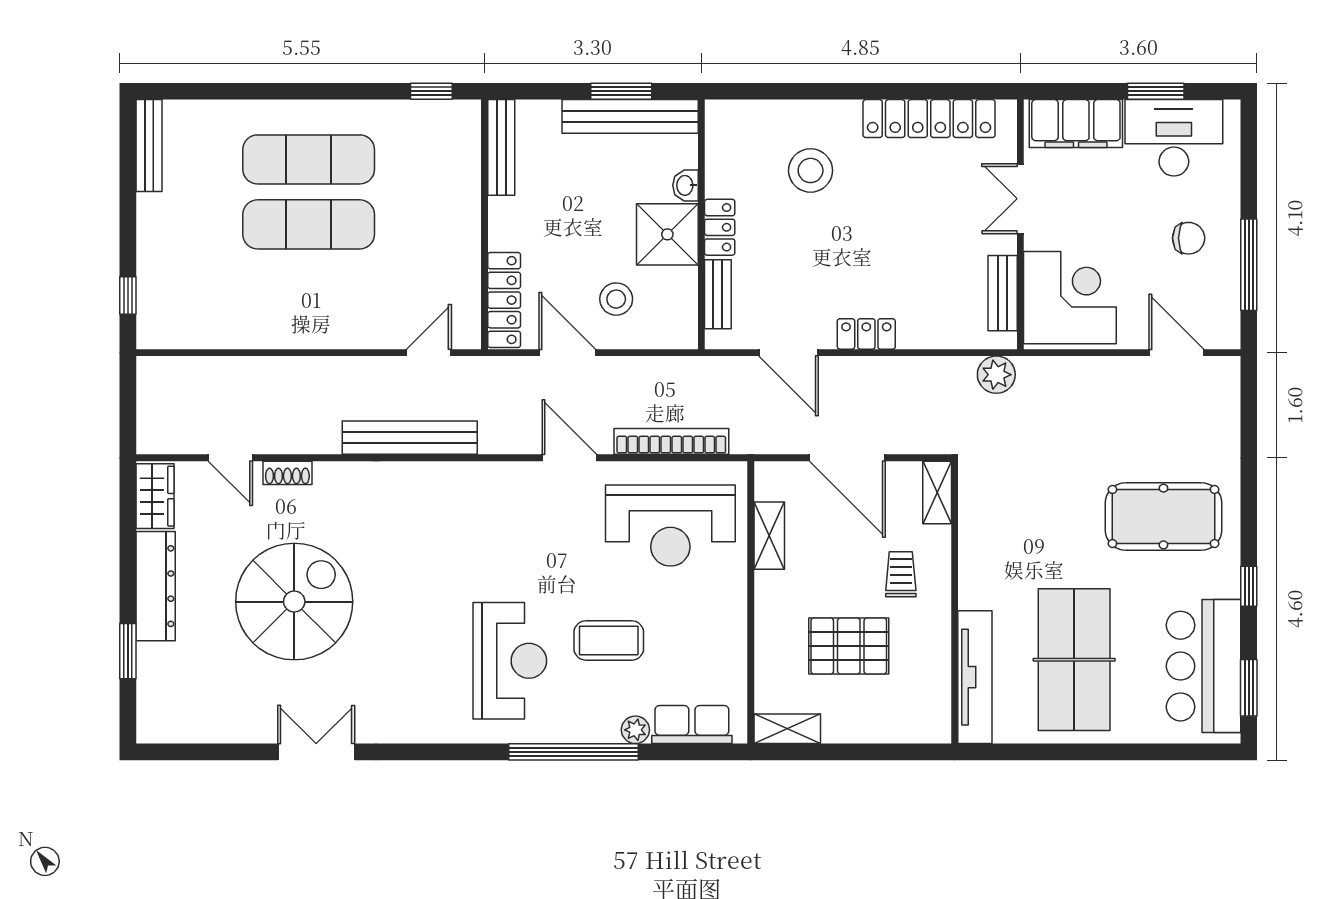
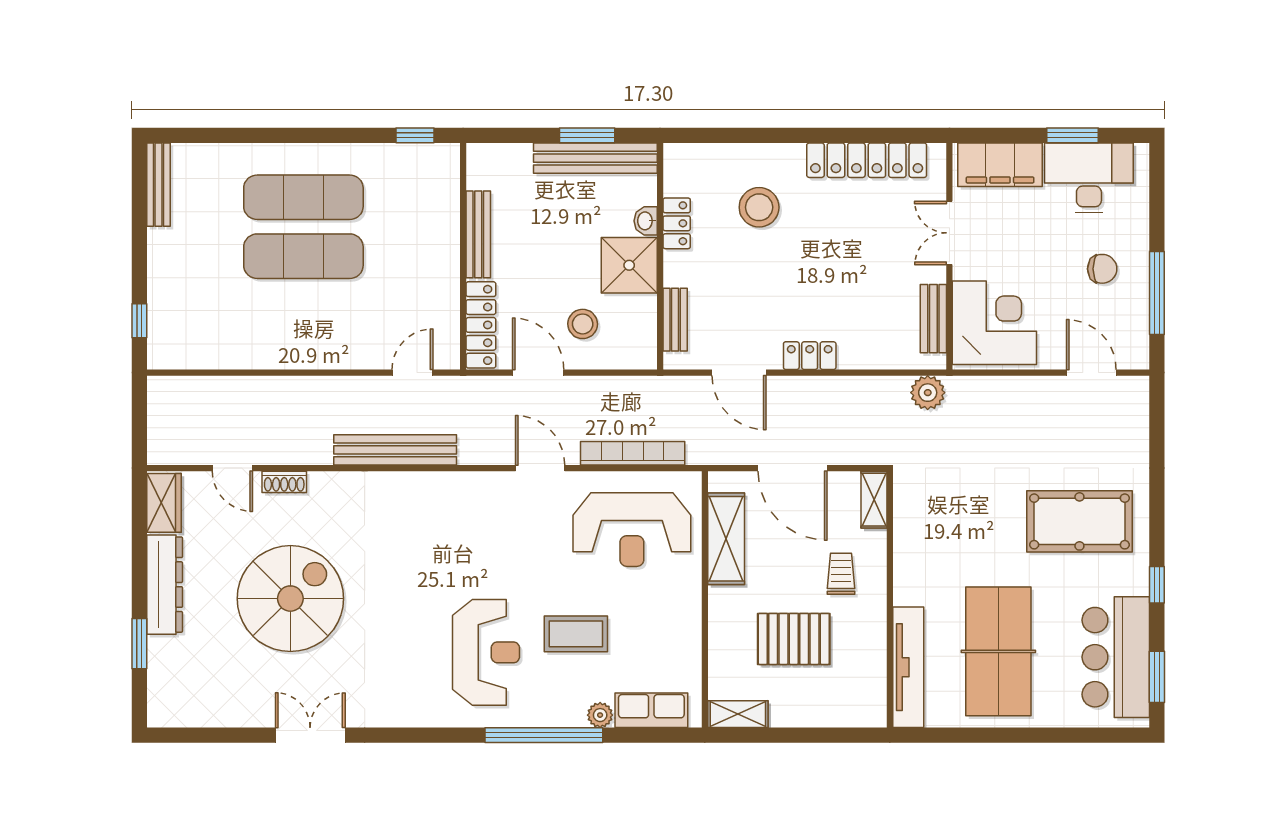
bench: (501, 147) -> (478, 234), moved
locker: (720, 227) -> (677, 223), moved
shelving: (769, 536) -> (726, 539), width x1.50, depth x1.33

